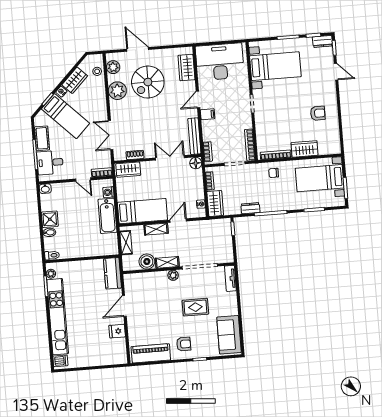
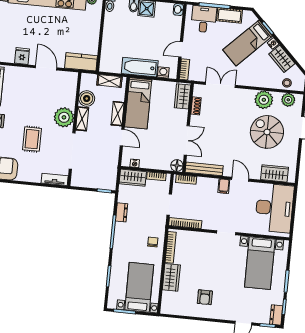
plant: (173, 275) -> (64, 117), width x1.88, depth x1.88

